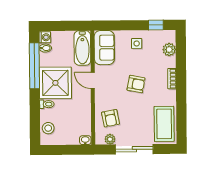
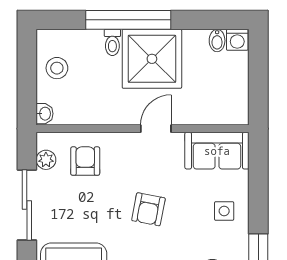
bathtub: (82, 48) -> (217, 110), removed
window: (34, 66) -> (128, 20), moved
armchair: (110, 118) -> (85, 161), turned 101
stool: (48, 128) -> (57, 68), moved

